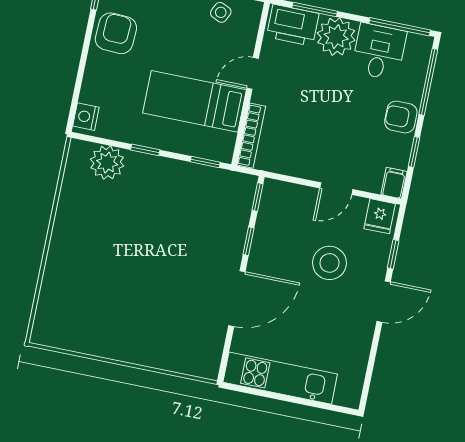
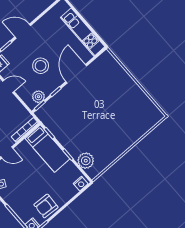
bed: (195, 101) -> (47, 149), moved
plant: (271, 210) -> (38, 97), added
stool: (329, 263) -> (41, 66), moved
door: (237, 299) -> (76, 74), hinge flipped

